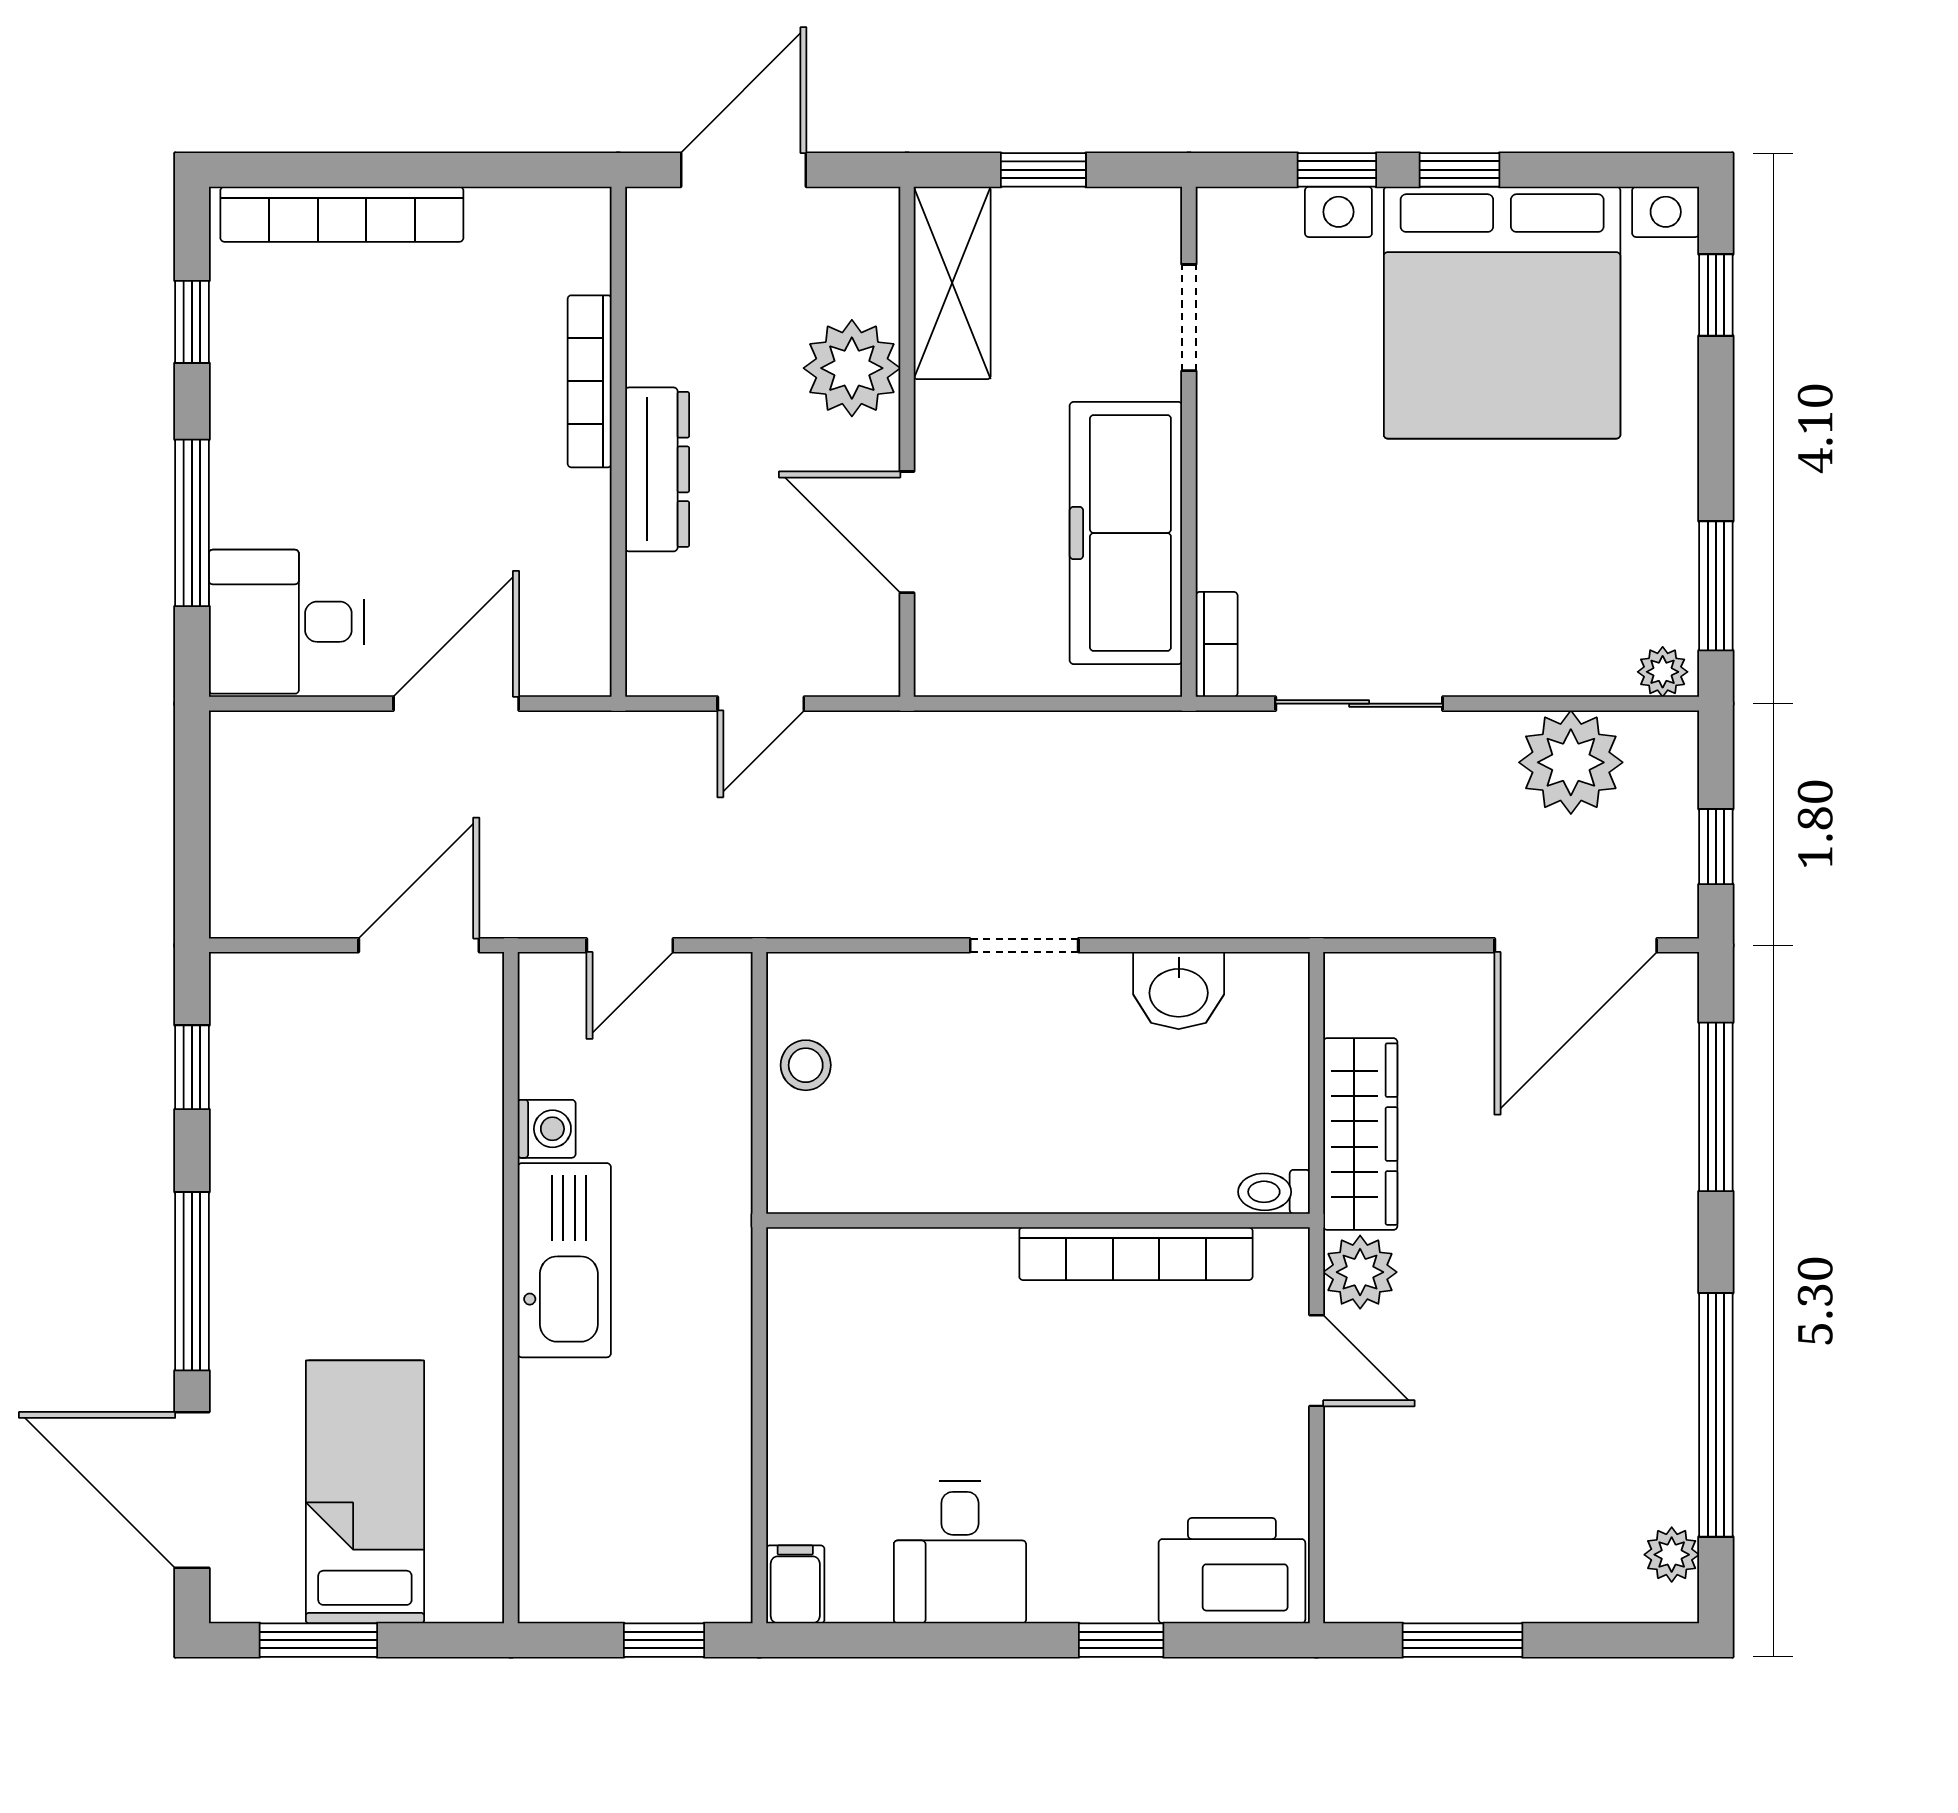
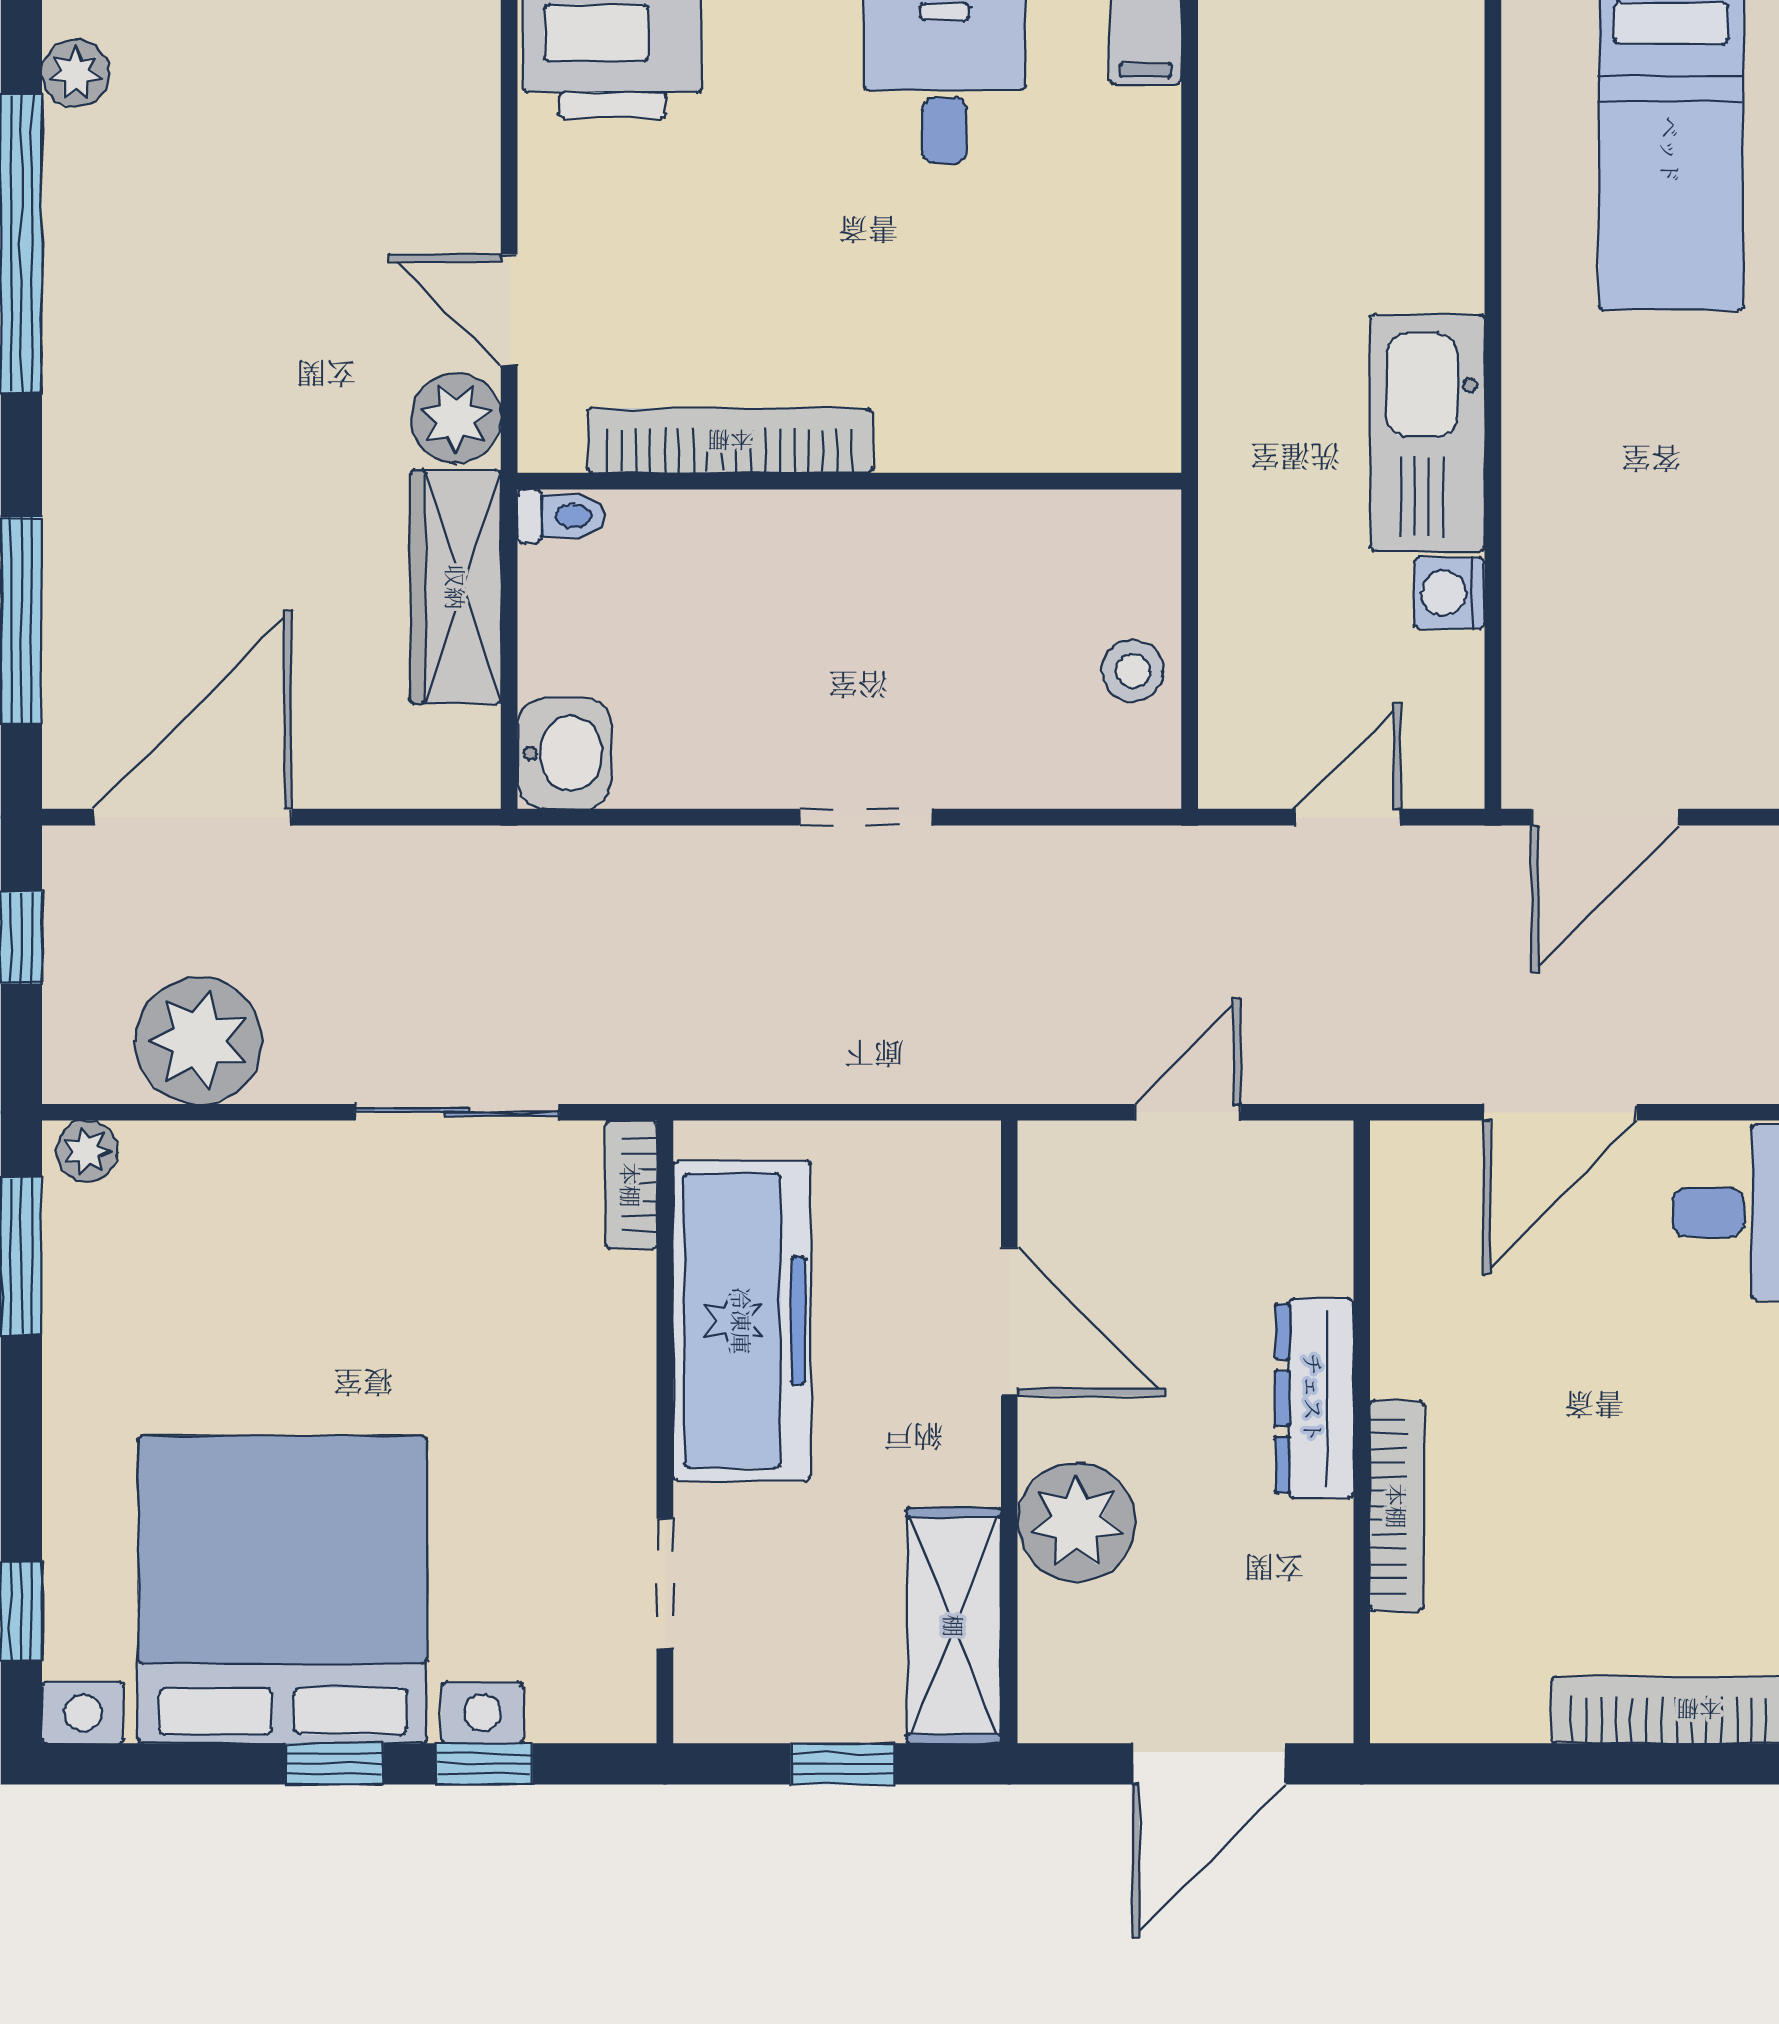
washbasin: (1179, 991) -> (564, 753), moved, turned 90

